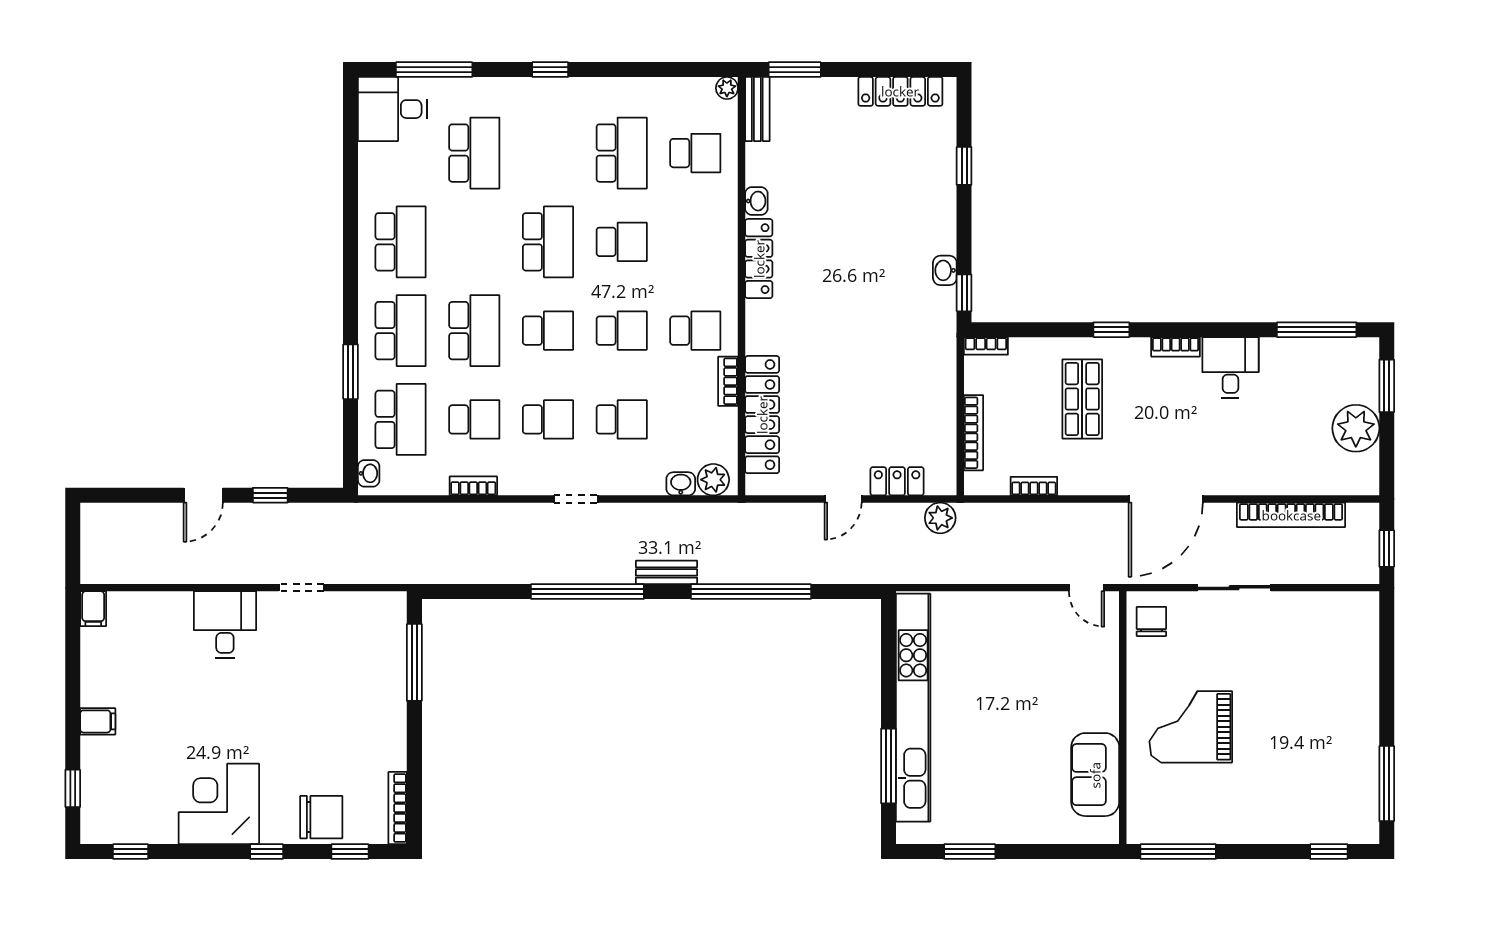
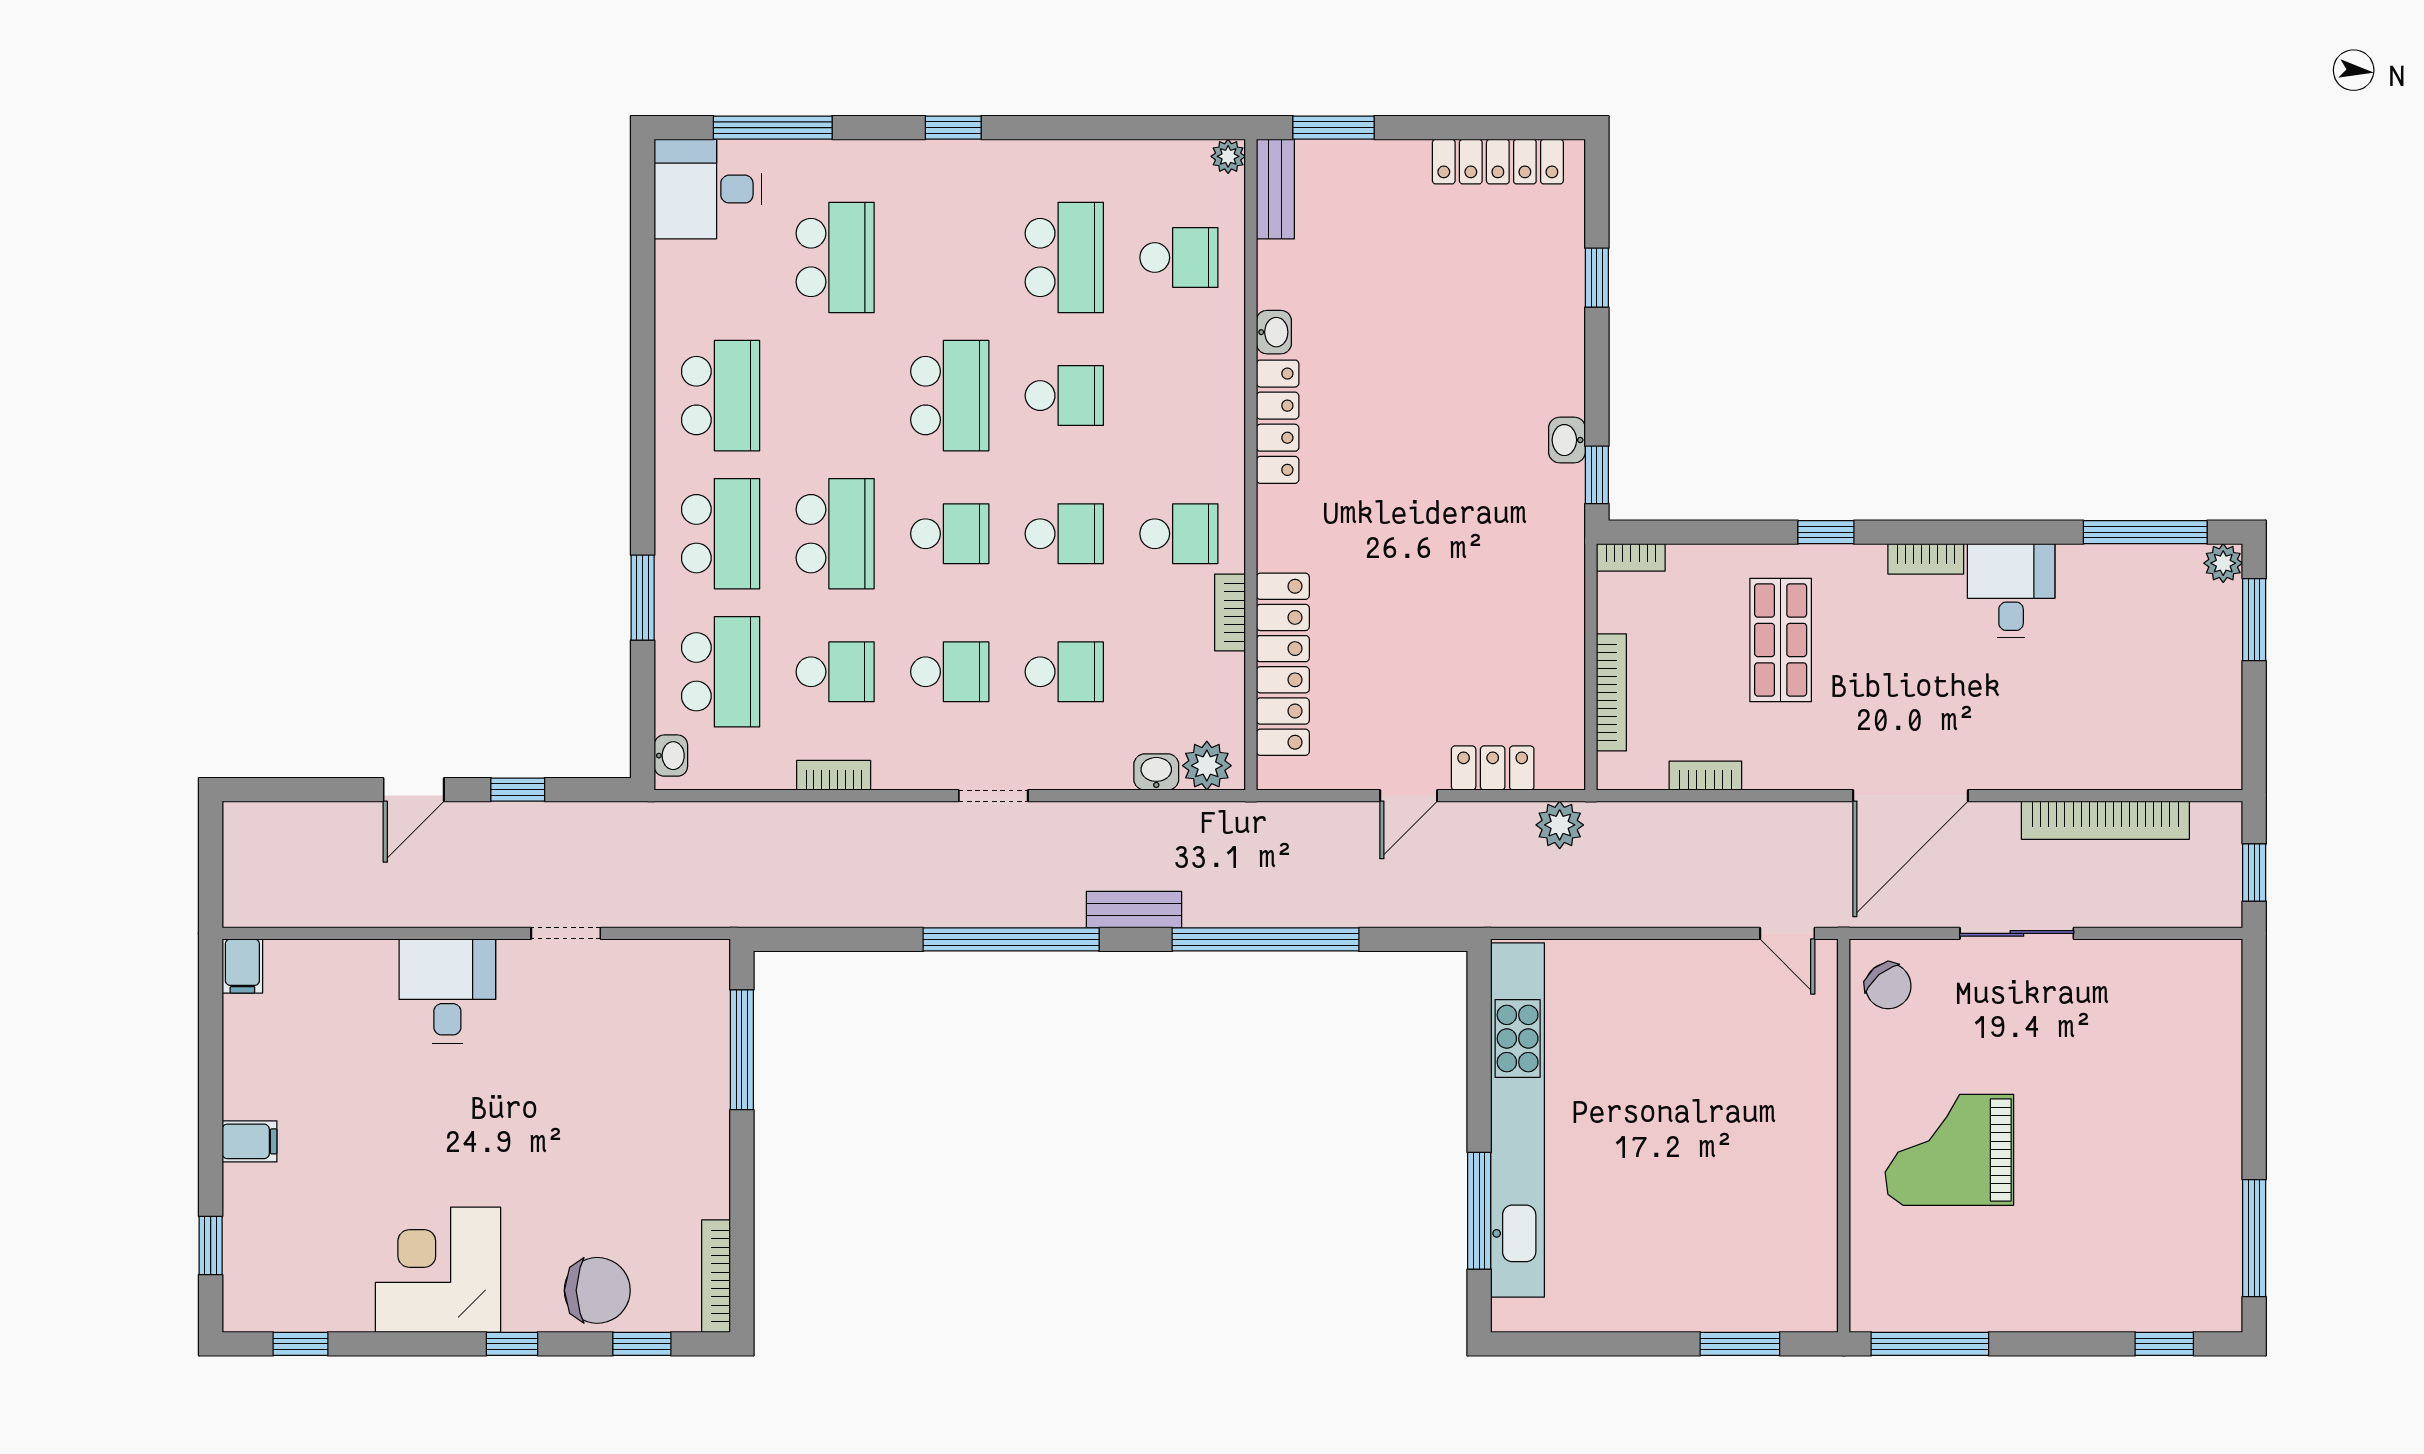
plant: (1356, 428) -> (2223, 563), moved, width x0.53, depth x0.53
chair: (1151, 621) -> (1888, 986), turned 140
sofa: (1095, 775) -> (1801, 1224), removed
window: (970, 852) -> (1740, 1344), moved

